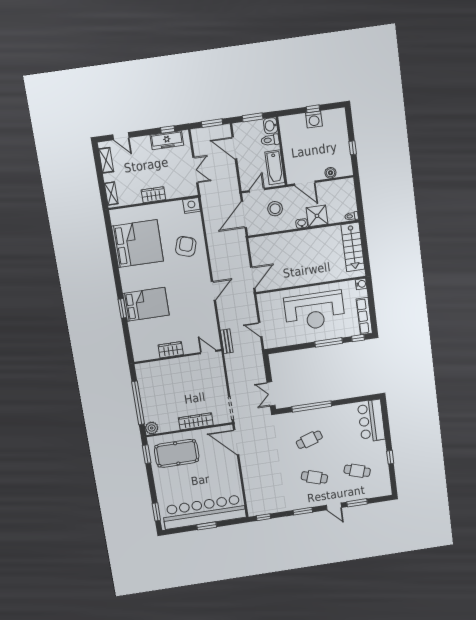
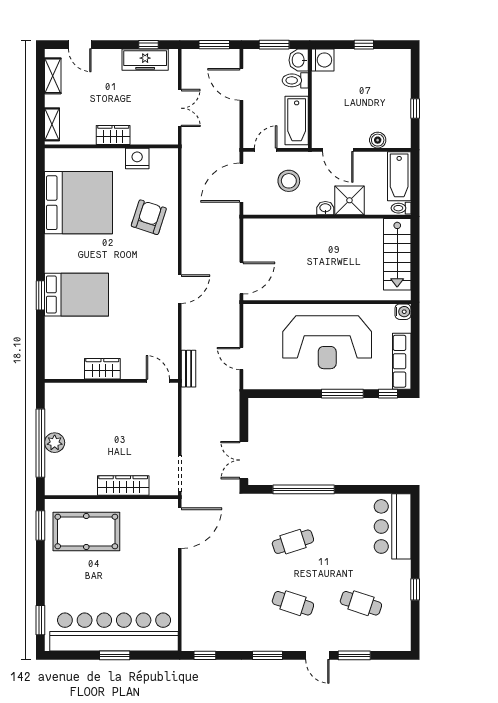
washing machine: (314, 119) -> (323, 60), moved, turned -90
bathtub: (348, 195) -> (399, 176), added
nightstand: (192, 206) -> (137, 159), moved
plant: (152, 428) -> (55, 443), moved
door: (236, 442) -> (180, 528), swing flipped

